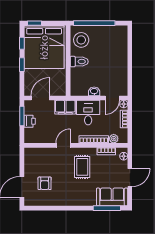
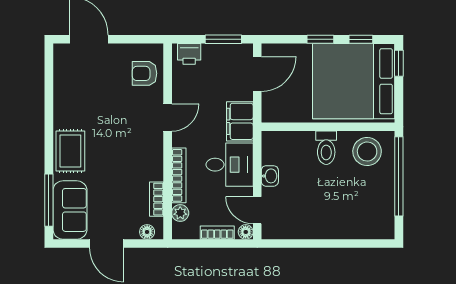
door: (40, 98) -> (257, 74), hinge flipped
printer: (30, 121) -> (189, 54), moved
door: (63, 145) -> (168, 118), hinge flipped
rug: (82, 167) -> (70, 151), moved, turned 90
armchair: (45, 183) -> (145, 73), moved

